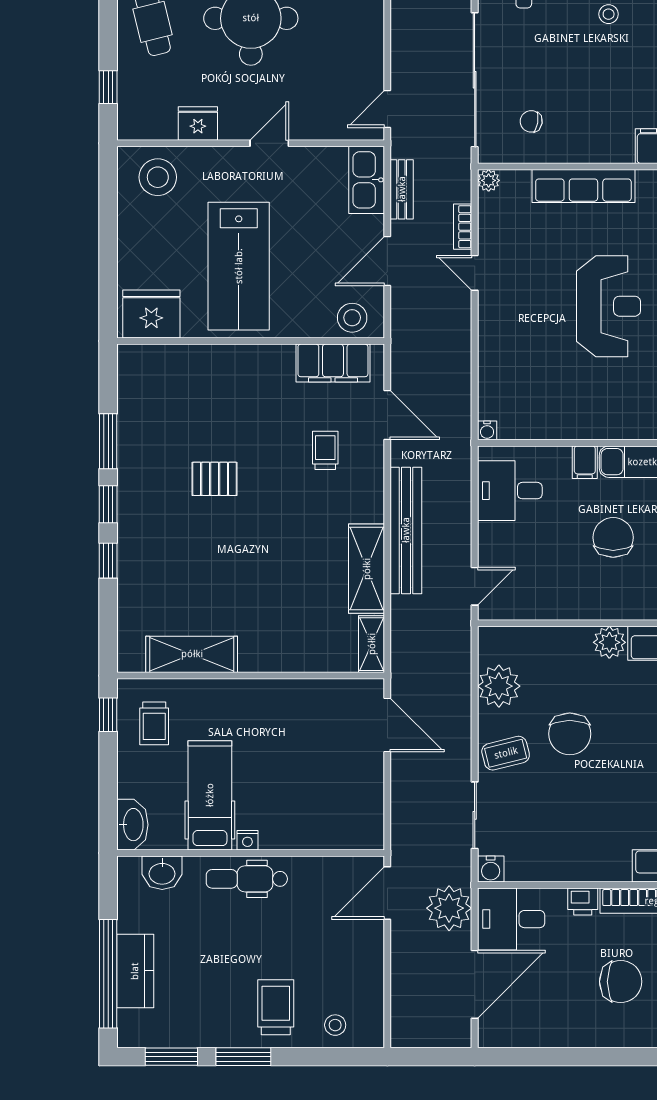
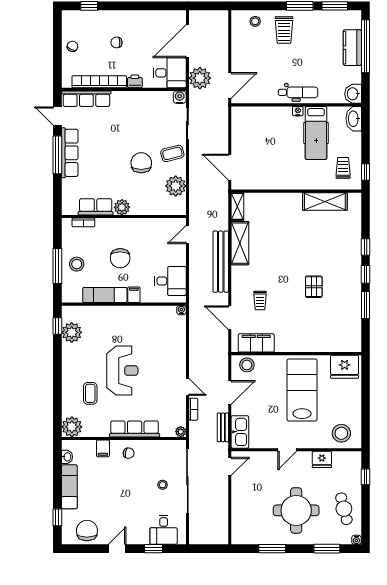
stool: (609, 14) -> (163, 485), moved
chair: (531, 121) -> (129, 453), moved
reception desk: (609, 306) -> (122, 371), turned 180
pallet: (215, 479) -> (314, 287), turned 90
washbasin: (162, 873) -> (353, 94), moved, turned -90
chair: (621, 982) -> (116, 42), width x0.54, depth x0.54

